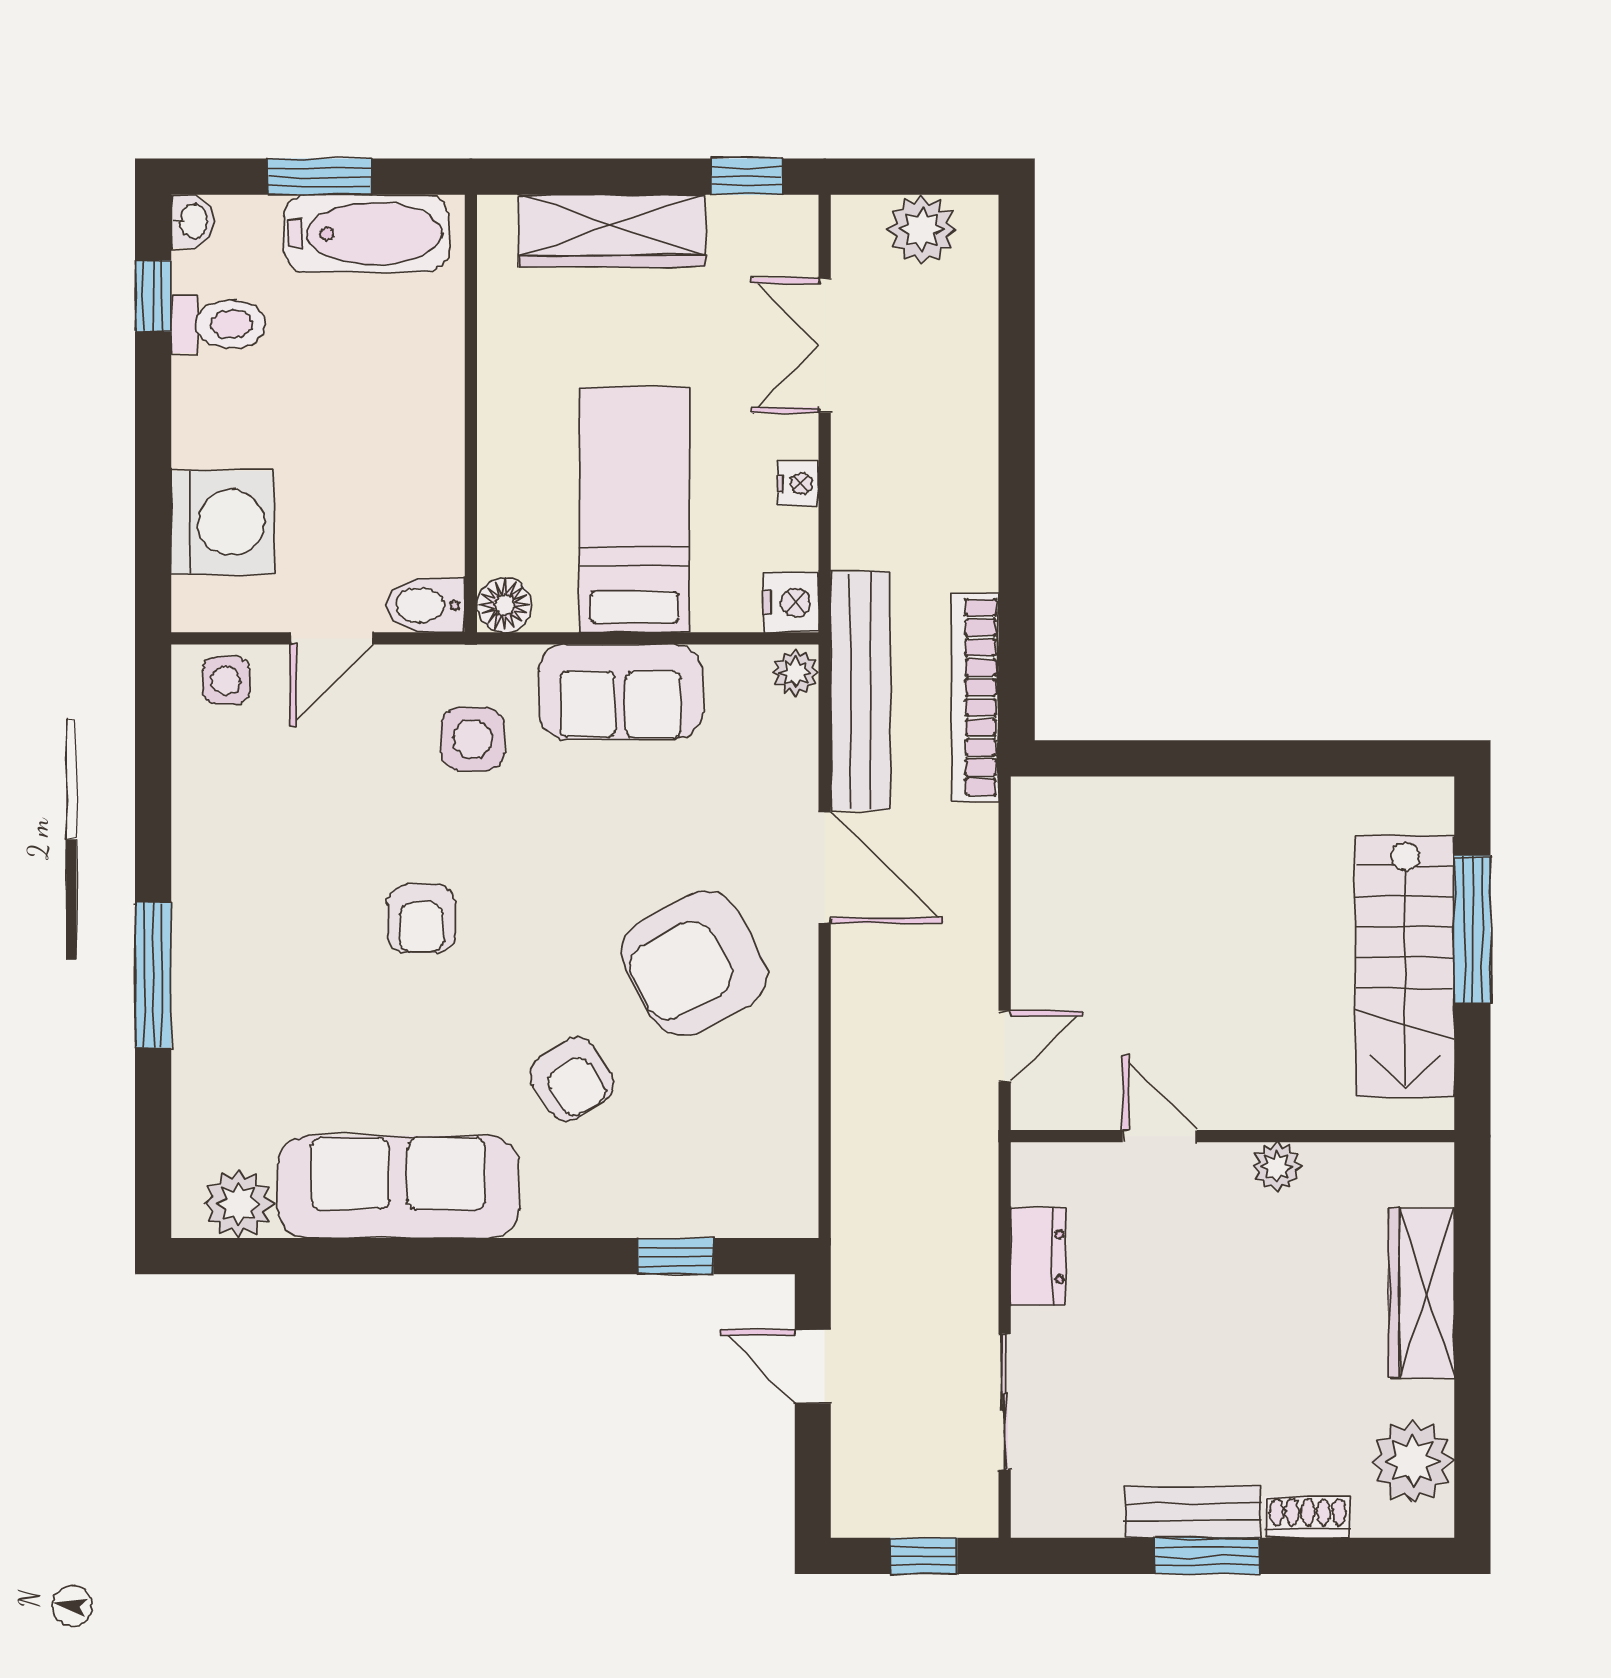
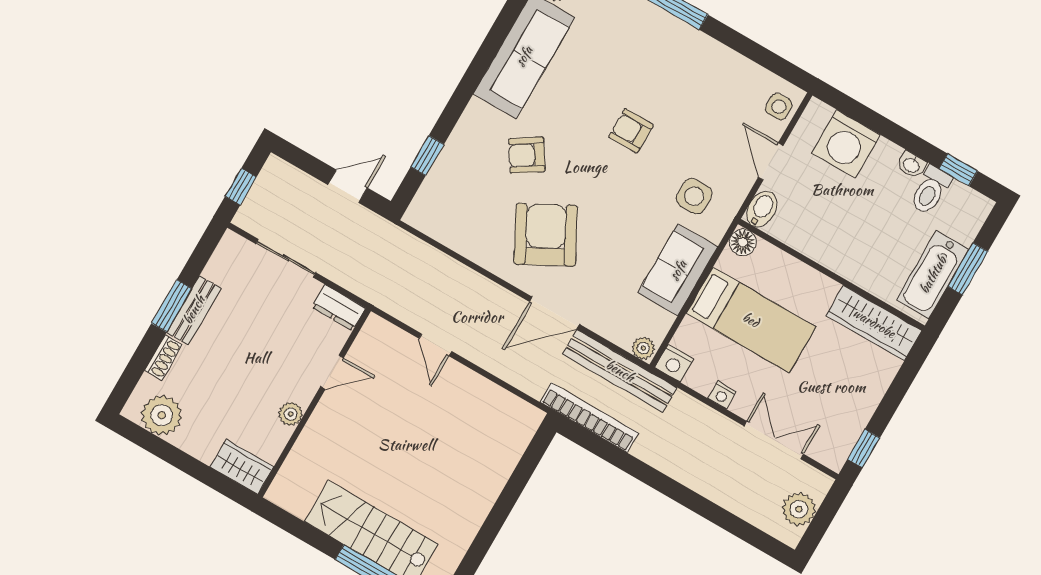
washbasin: (193, 221) -> (911, 165), moved
wardrobe: (612, 231) -> (874, 323), moved, turned -90
door: (1160, 1136) -> (332, 372), moved
wall: (1233, 1136) -> (314, 403), moved
plant: (1277, 1167) -> (291, 414), moved
wardrobe: (1422, 1293) -> (242, 467), width x0.67

